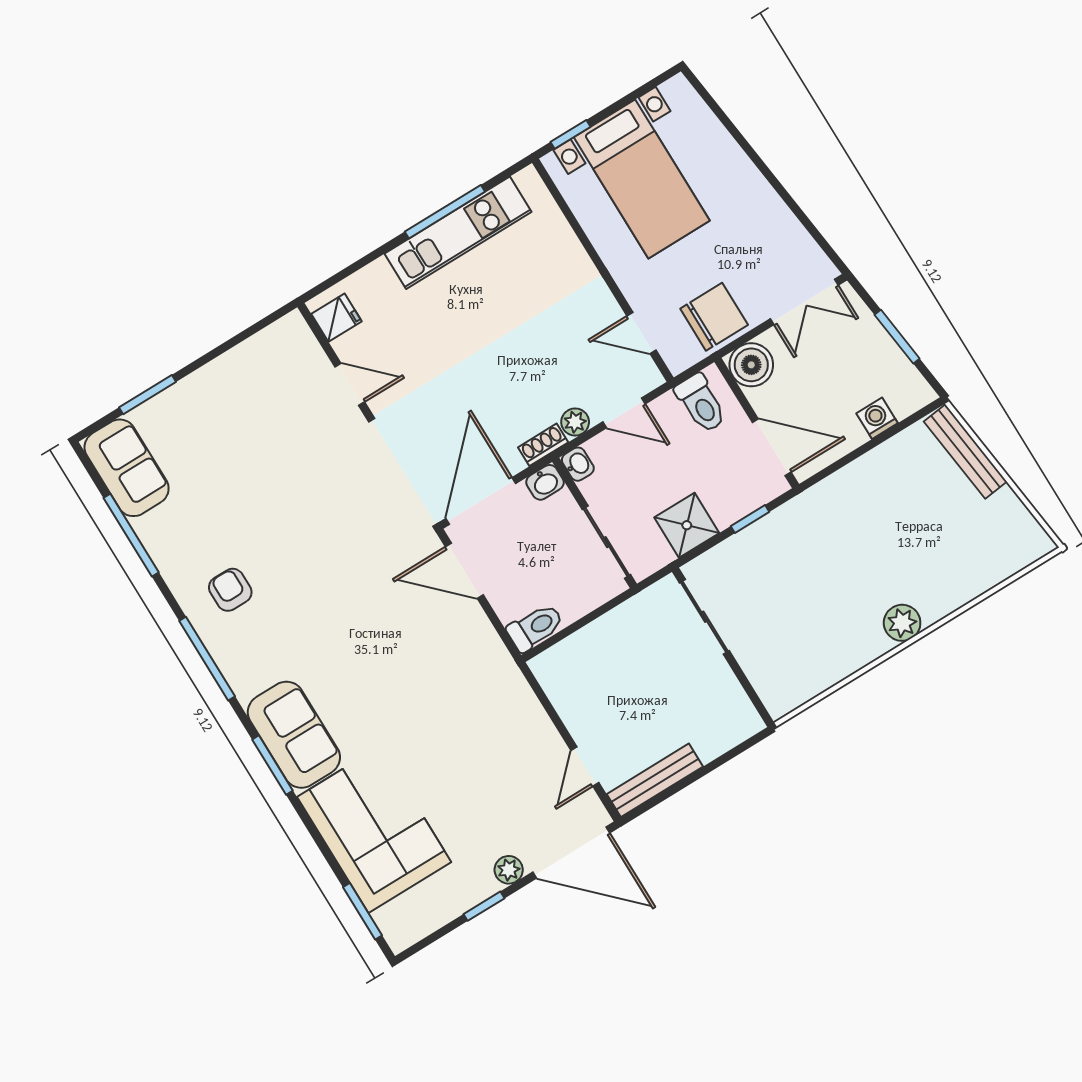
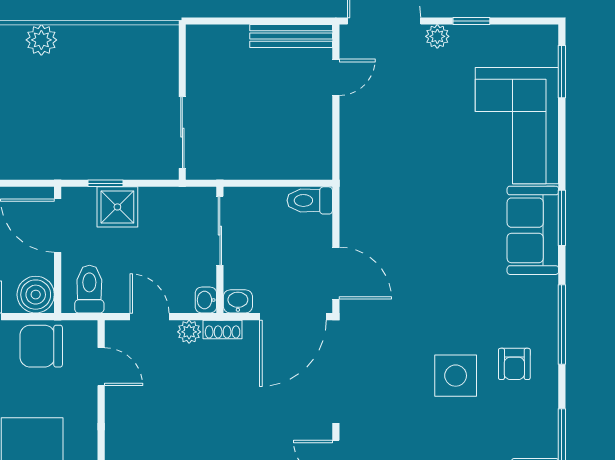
shower: (687, 525) -> (117, 207), moved
side table: (282, 542) -> (456, 376), added

